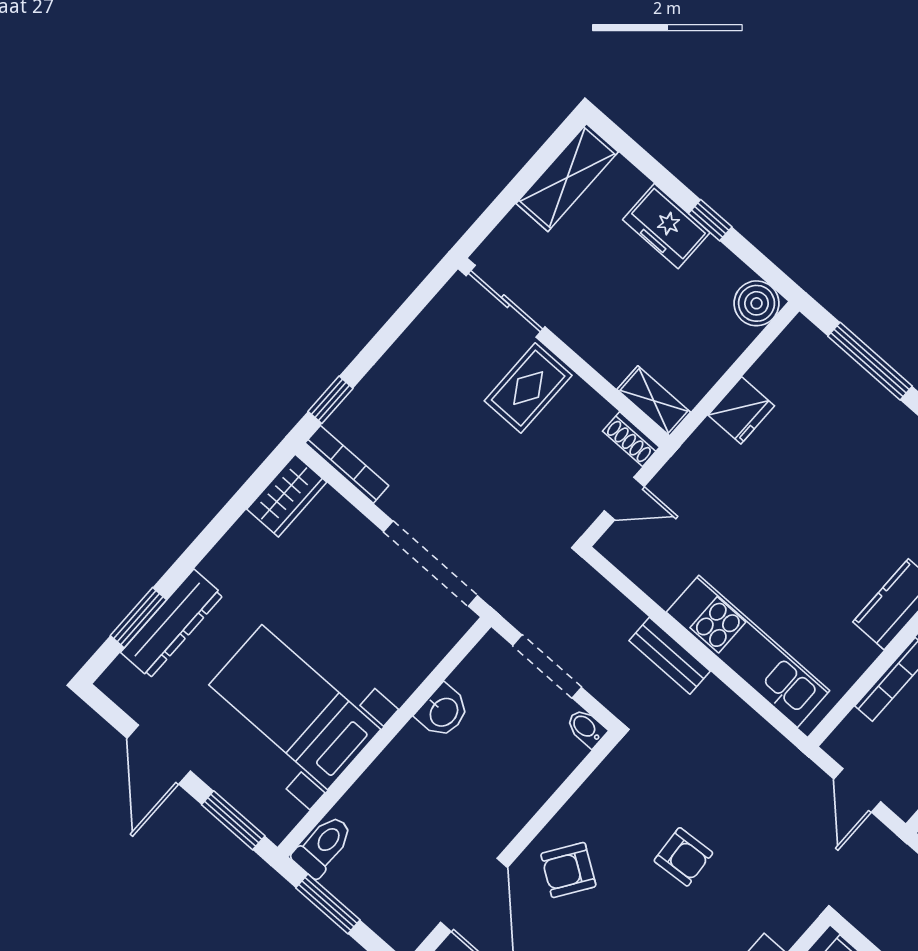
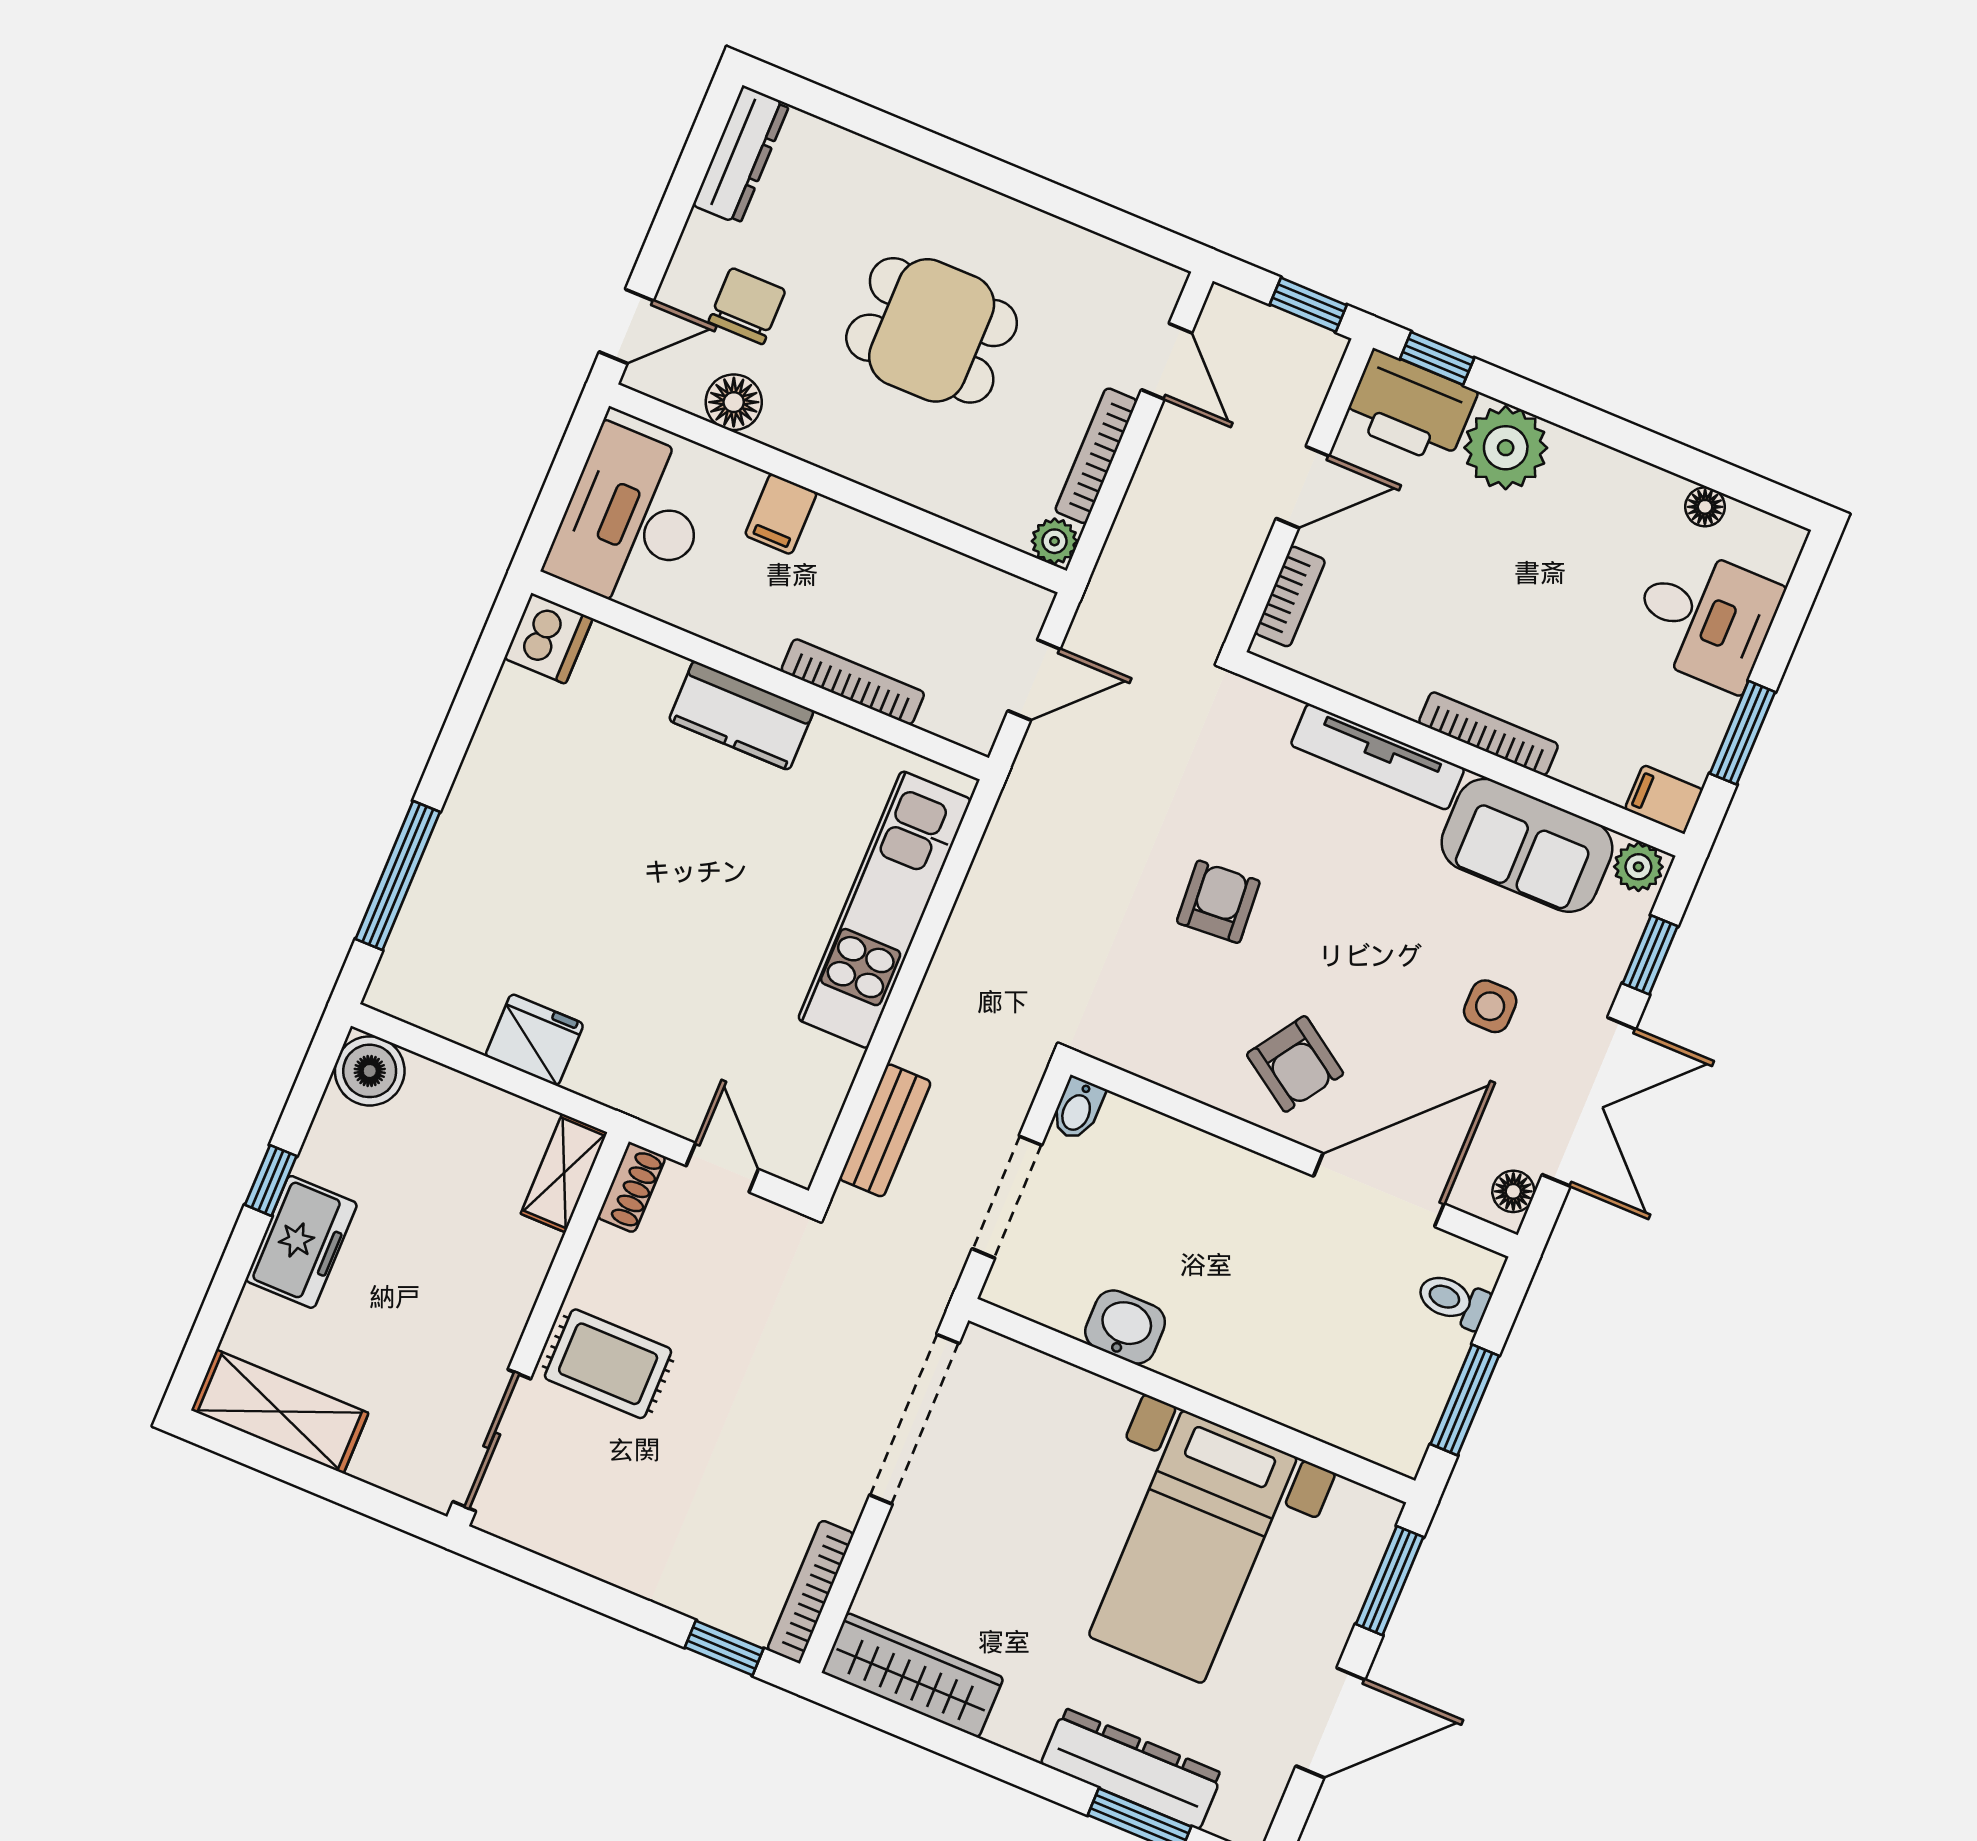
wardrobe: (287, 496) -> (913, 1675), width x1.50
bench: (670, 656) -> (885, 1130), moved
toilet: (323, 846) -> (1453, 1300), moved, width x0.73, depth x0.72

